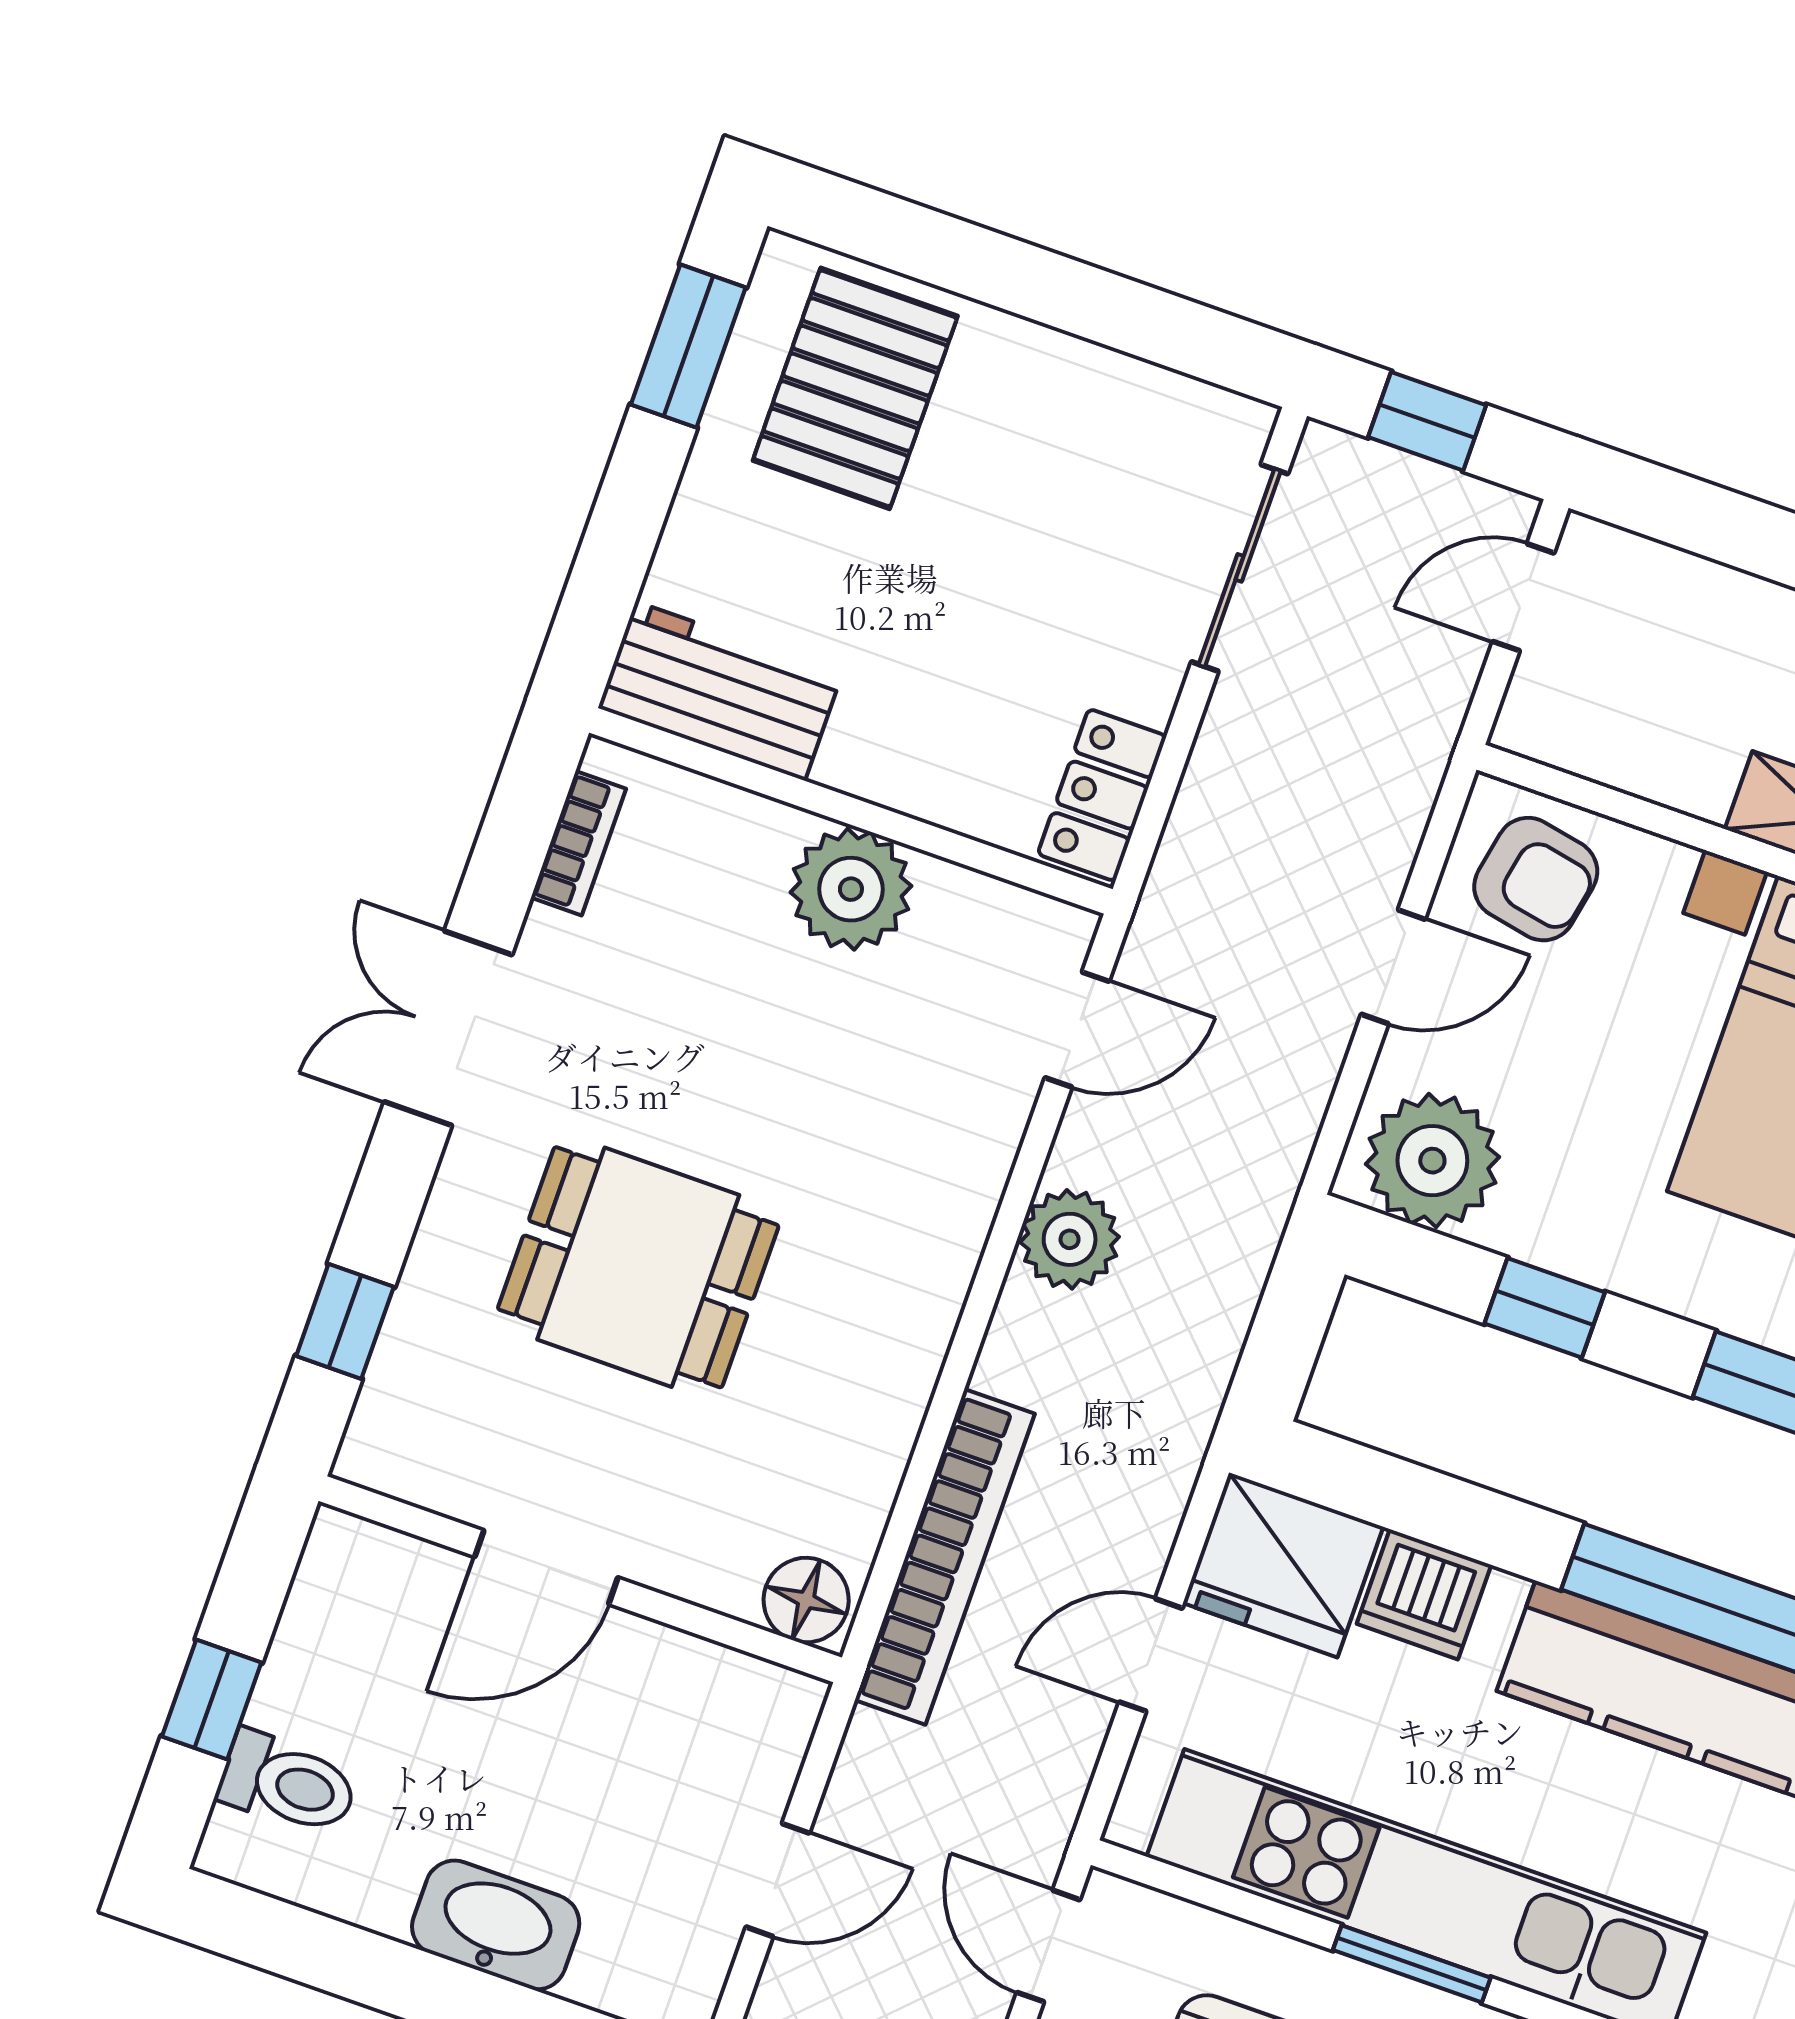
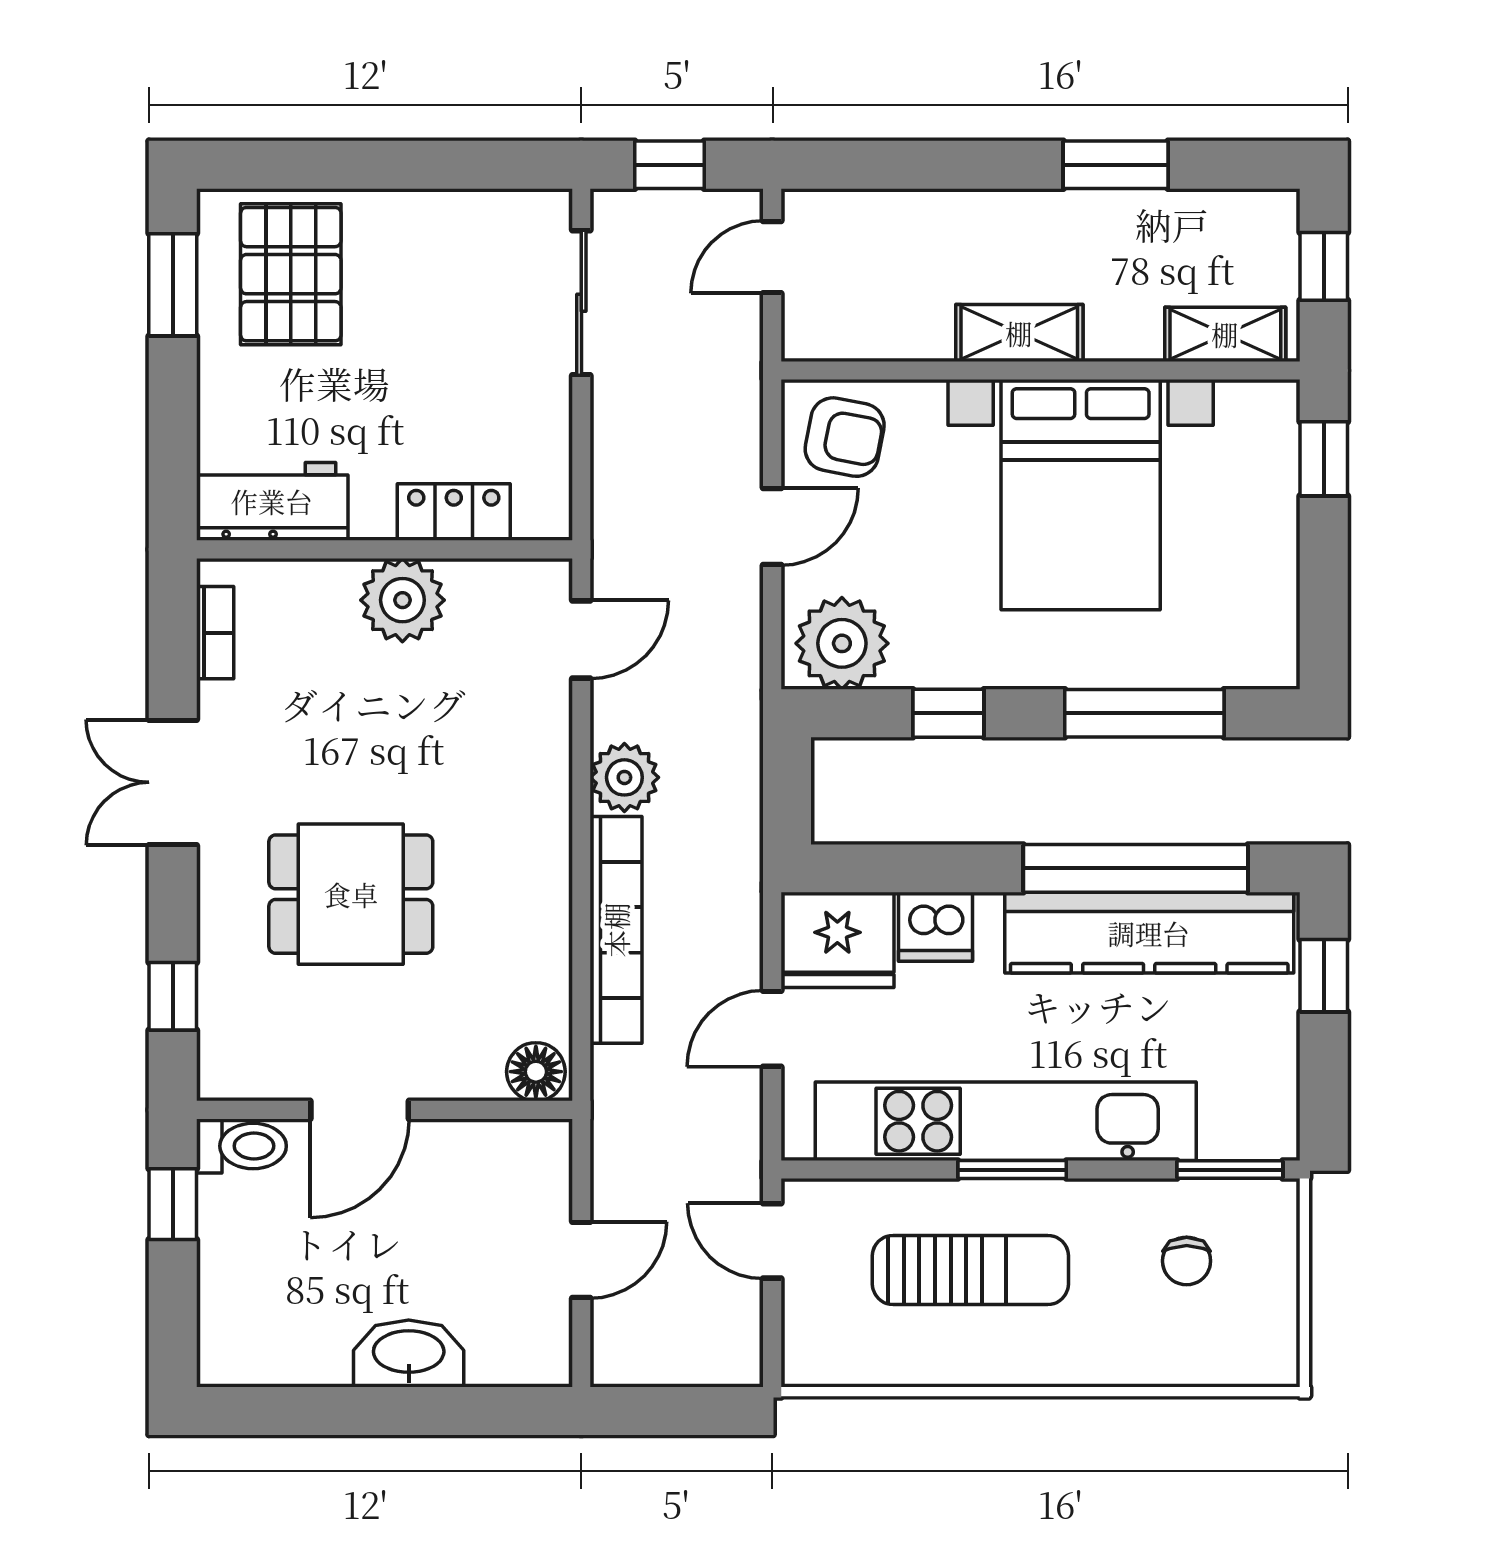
locker: (1102, 795) -> (454, 512), moved, turned 90
bookcase: (945, 1557) -> (616, 930), moved
window: (212, 1700) -> (173, 1204), moved
toilet: (288, 1784) -> (241, 1146), moved

